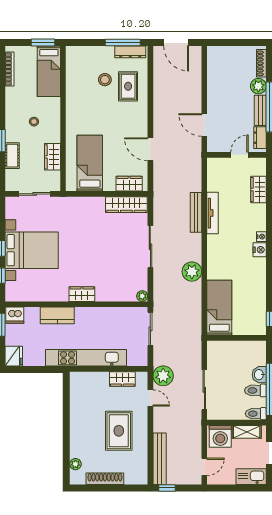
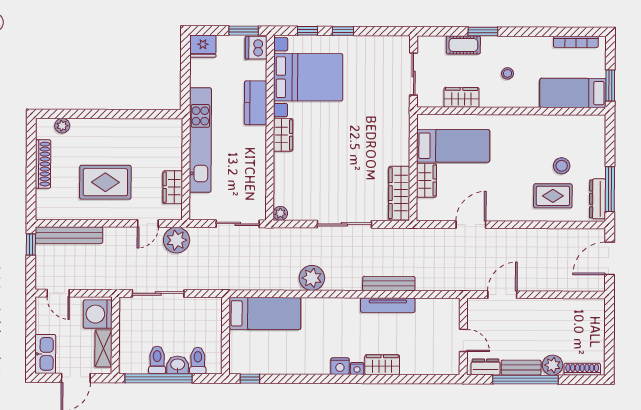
wardrobe: (129, 184) -> (426, 180), moved
wardrobe: (258, 190) -> (382, 365), moved
bed with nightstands: (32, 250) -> (308, 77), moved, turned -90
toilet: (256, 414) -> (198, 361), moved

